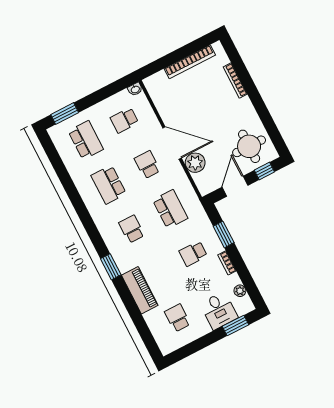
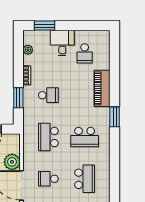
school desk: (147, 165) -> (48, 179), turned 90
school desk: (132, 229) -> (85, 137), width x1.85
desk: (219, 311) -> (62, 43), moved

